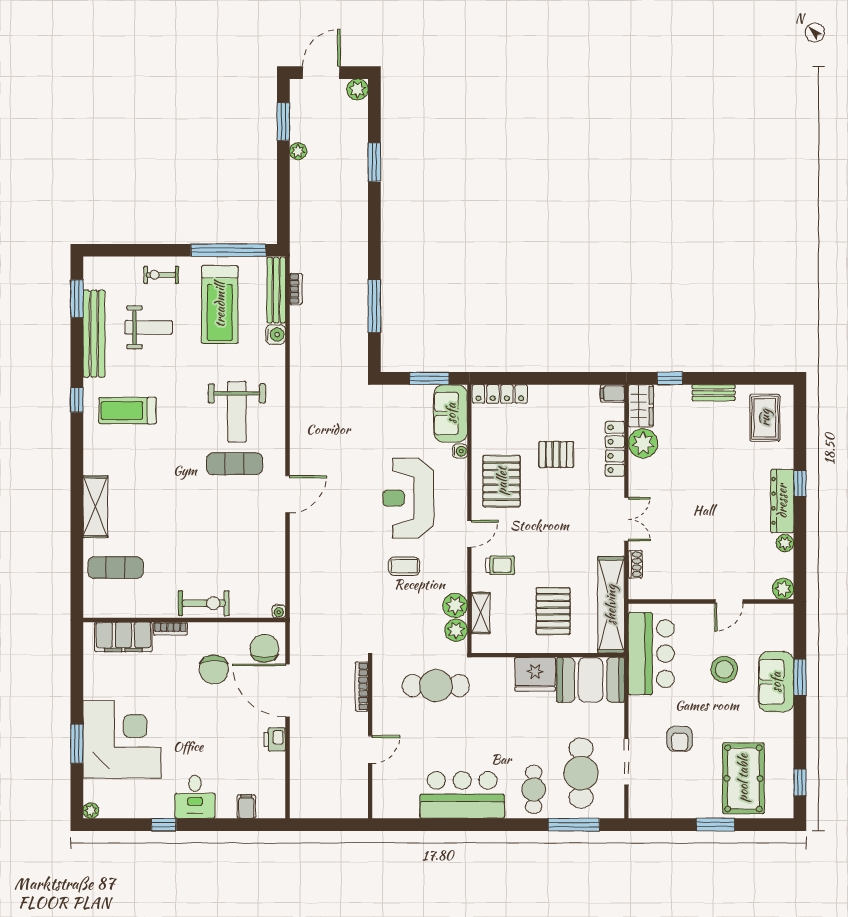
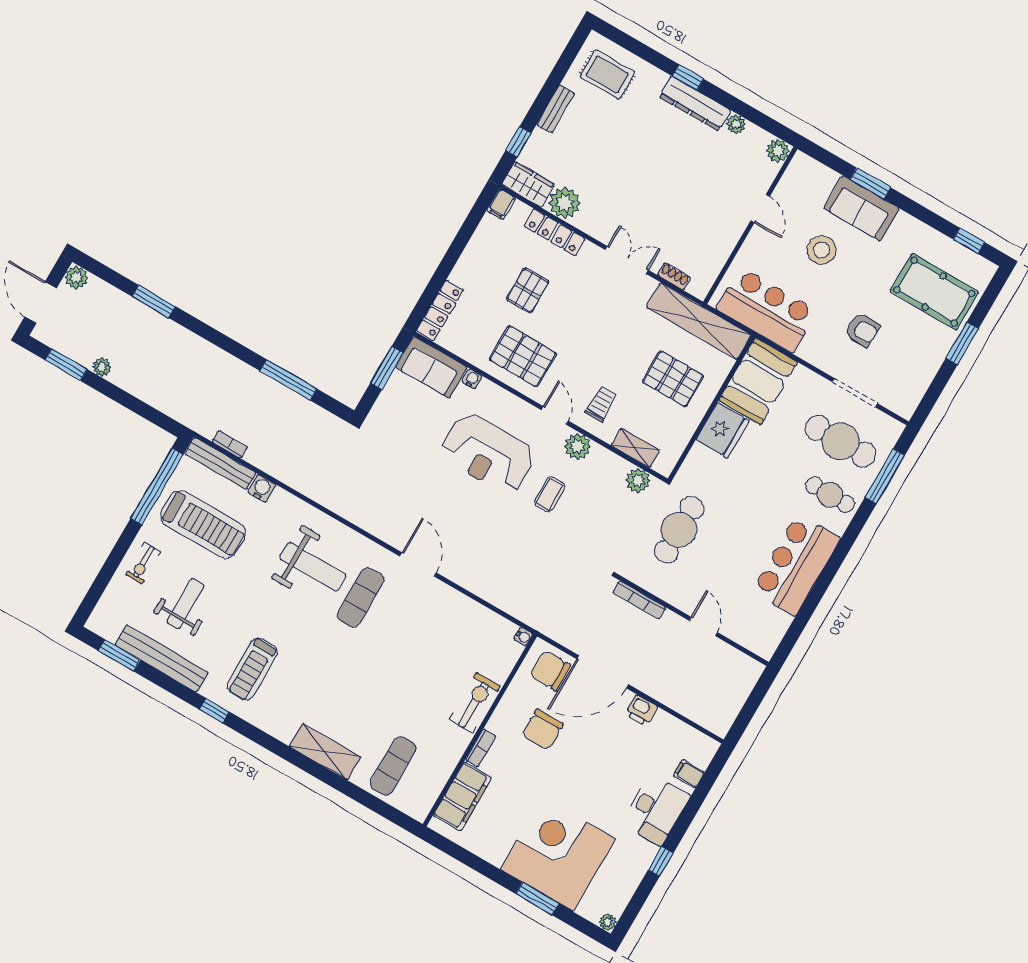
plant: (455, 605) -> (578, 446), moved
chair: (214, 670) -> (543, 730), turned 90
desk: (195, 797) -> (656, 810), width x1.37

